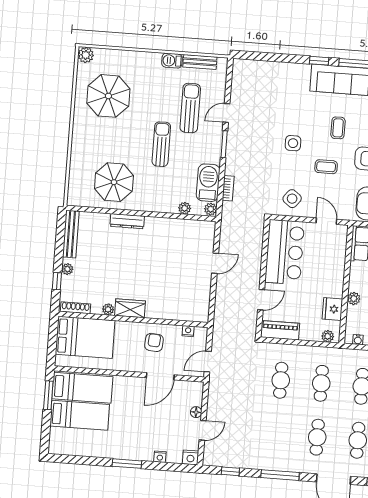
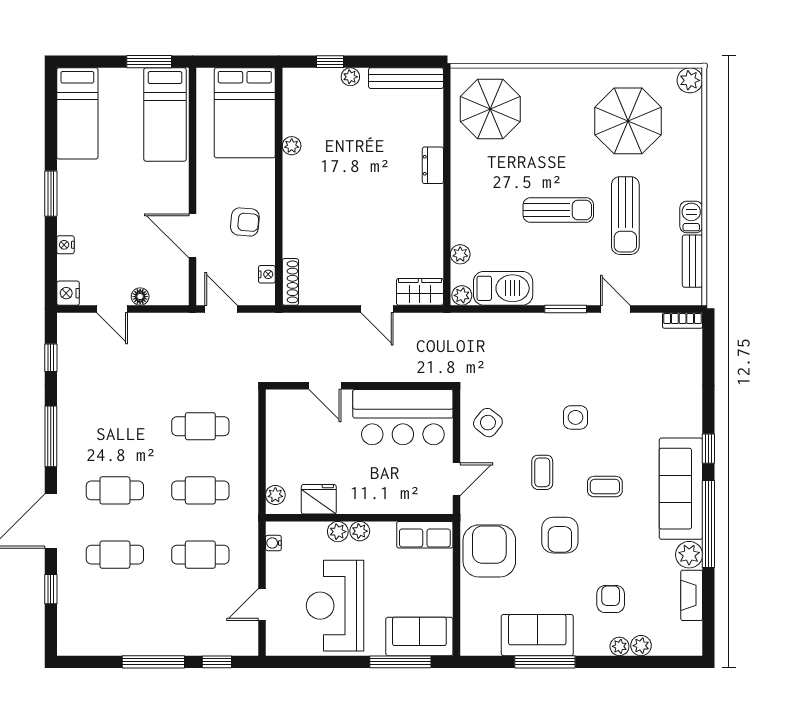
sun lounger: (190, 108) -> (625, 216), moved, turned 90
parasol: (114, 182) -> (490, 109), moved
bookcase: (228, 188) -> (683, 320), moved
dresser: (127, 221) -> (433, 165), width x0.70
plant: (354, 285) -> (360, 531), added
shoe rack: (75, 308) -> (290, 282), moved
wardrobe: (130, 308) -> (420, 292), moved, turned -90
piano: (280, 330) -> (279, 419), removed
bed: (80, 415) -> (77, 113), moved

